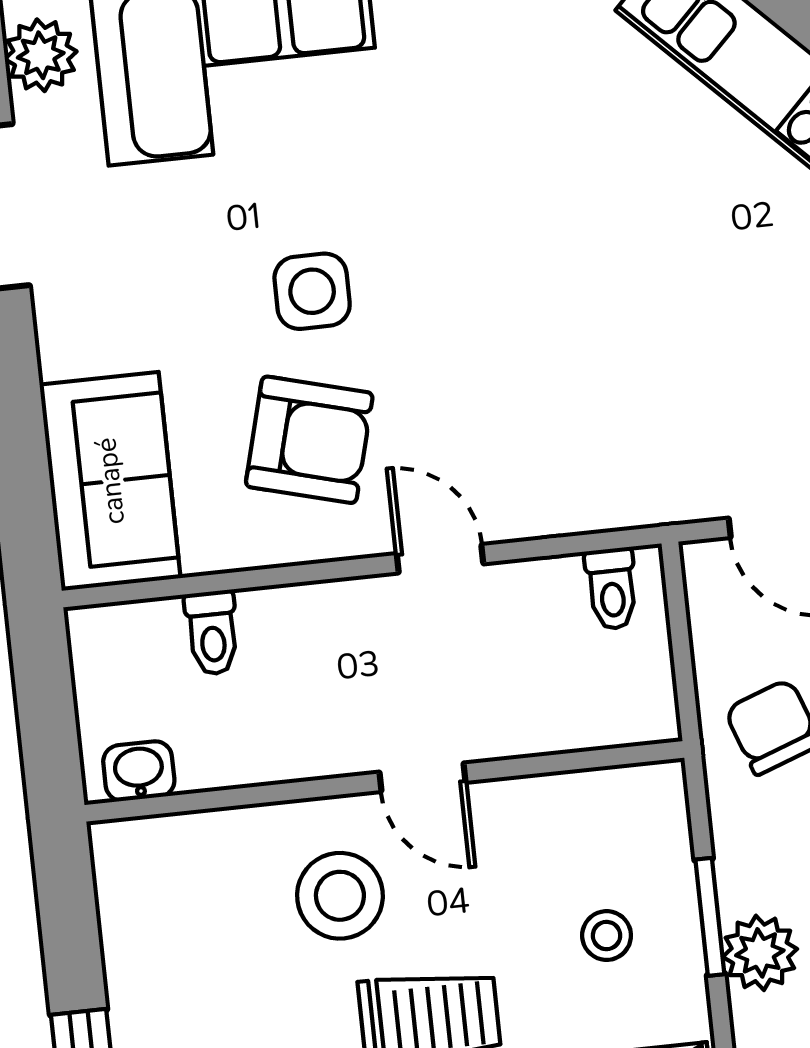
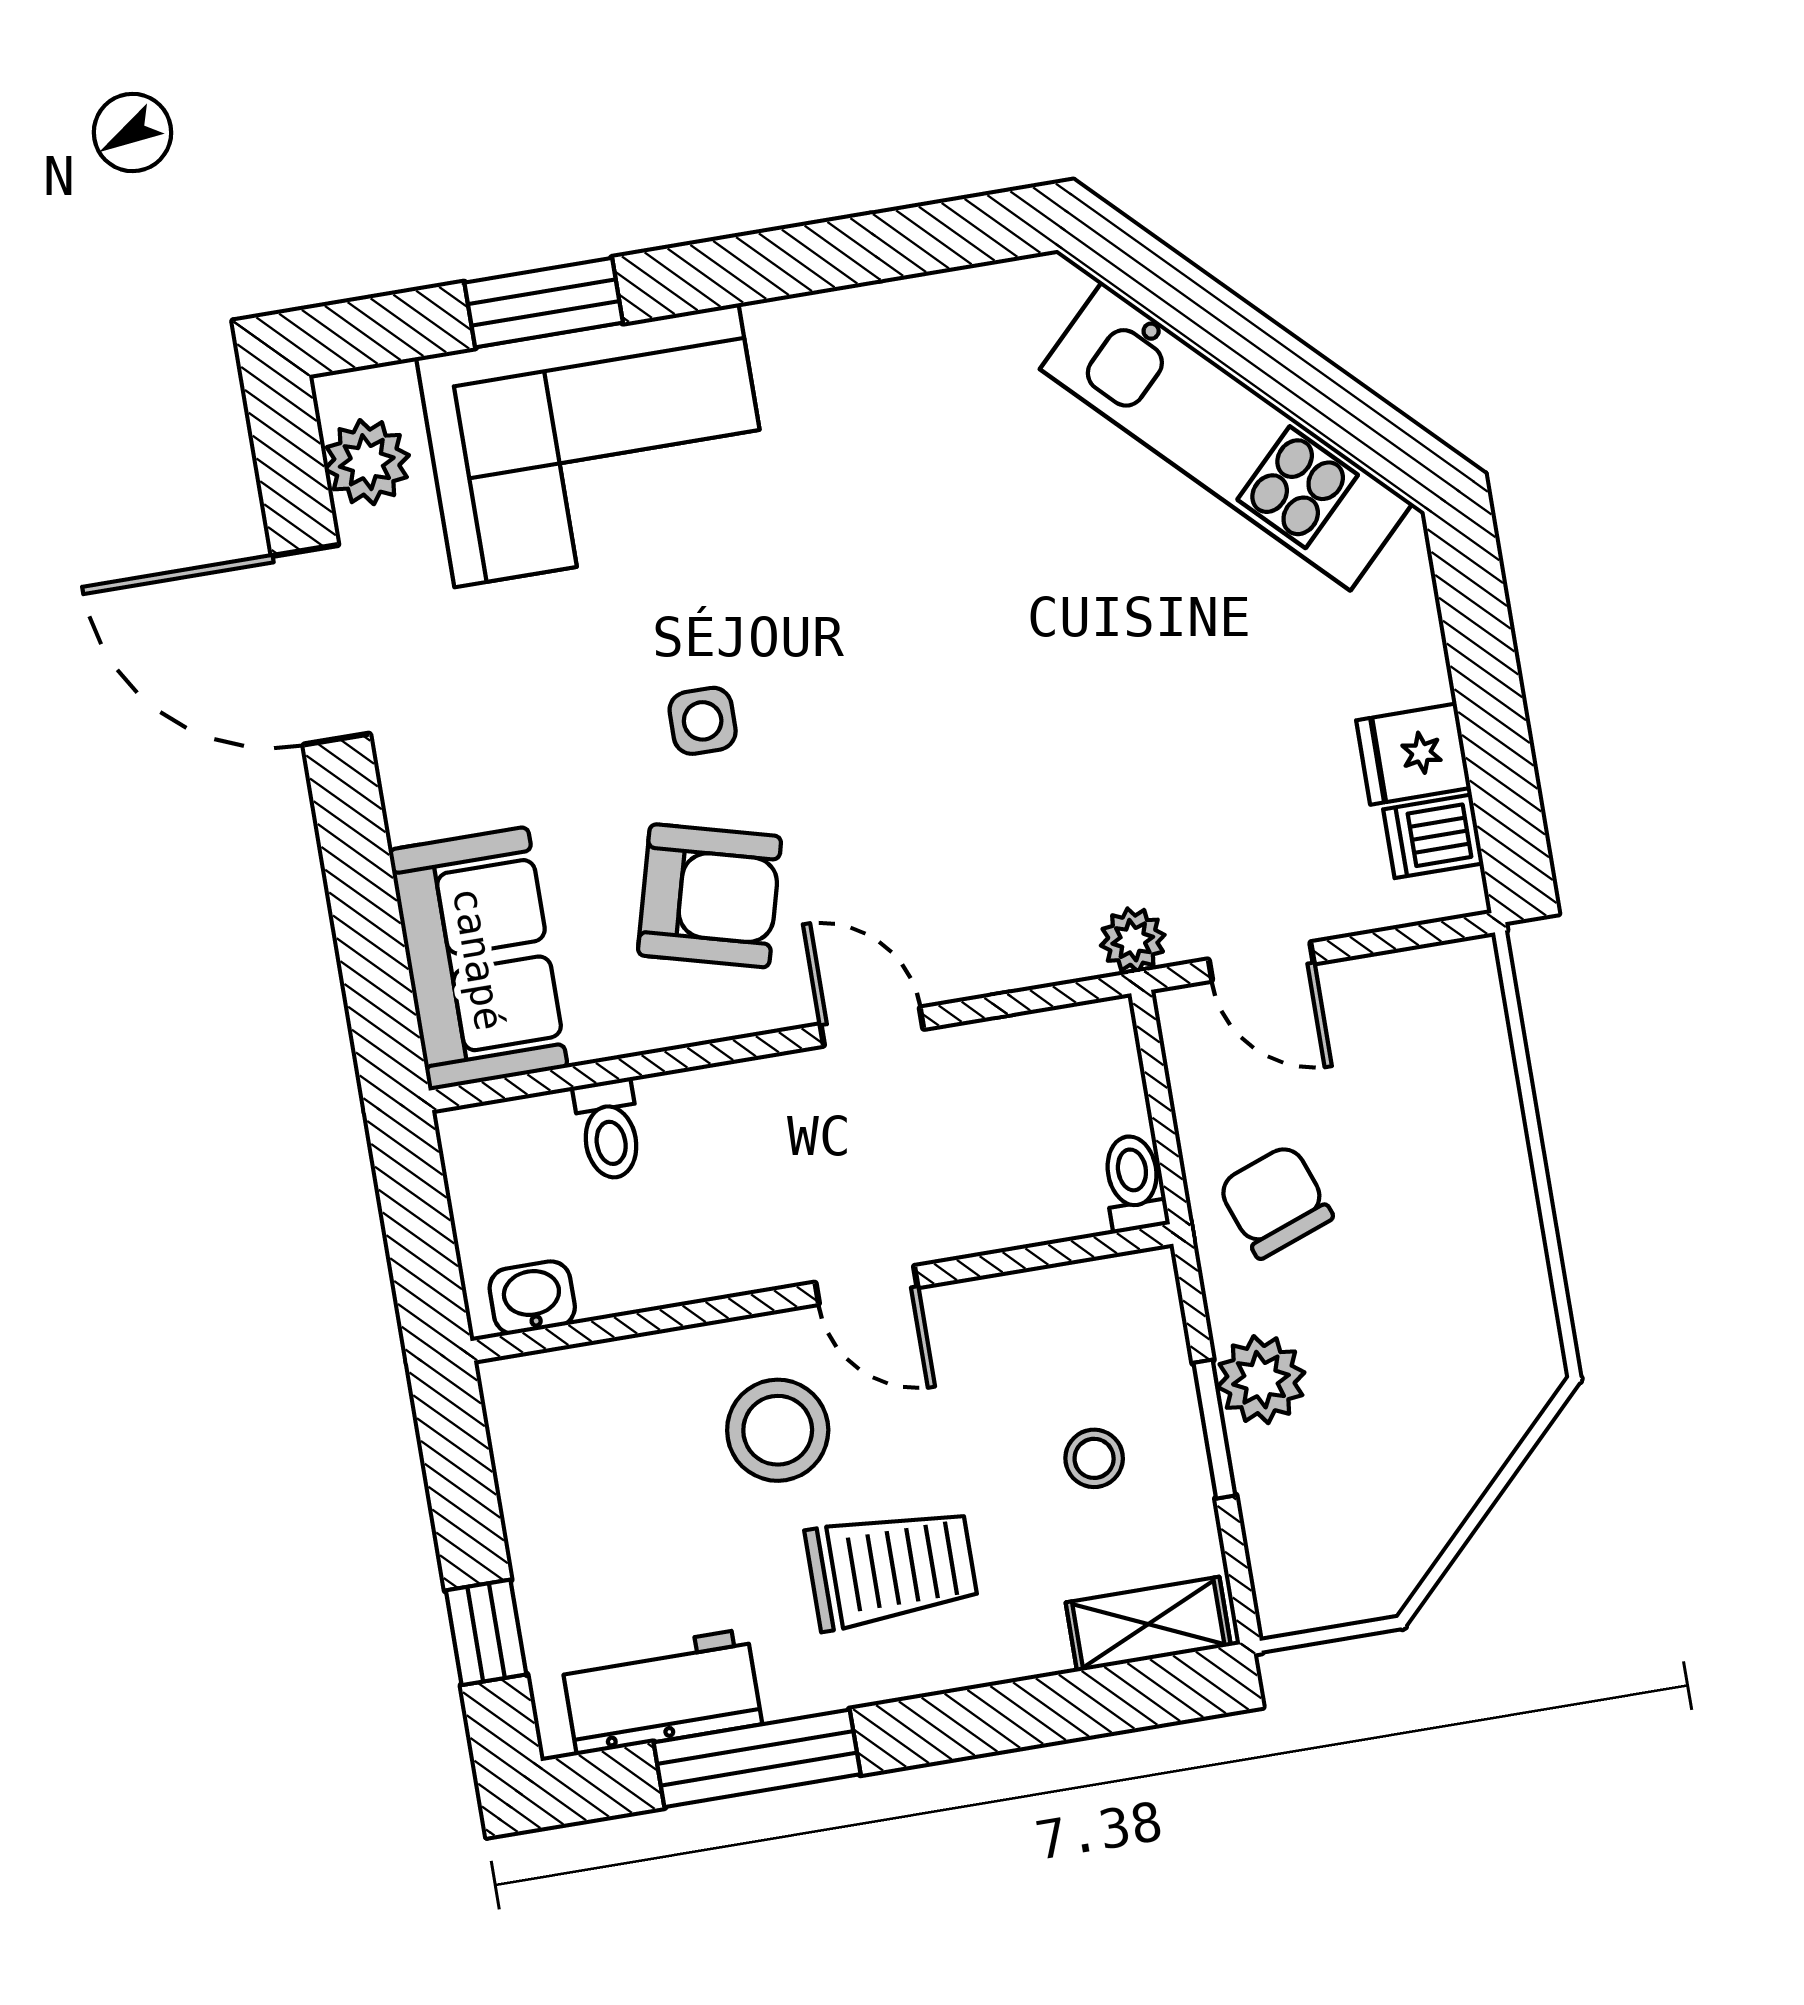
side table: (312, 291) -> (703, 721), width x0.73, depth x0.73
plant: (665, 499) -> (1133, 940), added
toilet: (612, 589) -> (1134, 1183), moved, turned 180
plant: (760, 953) -> (1261, 1380), moved

